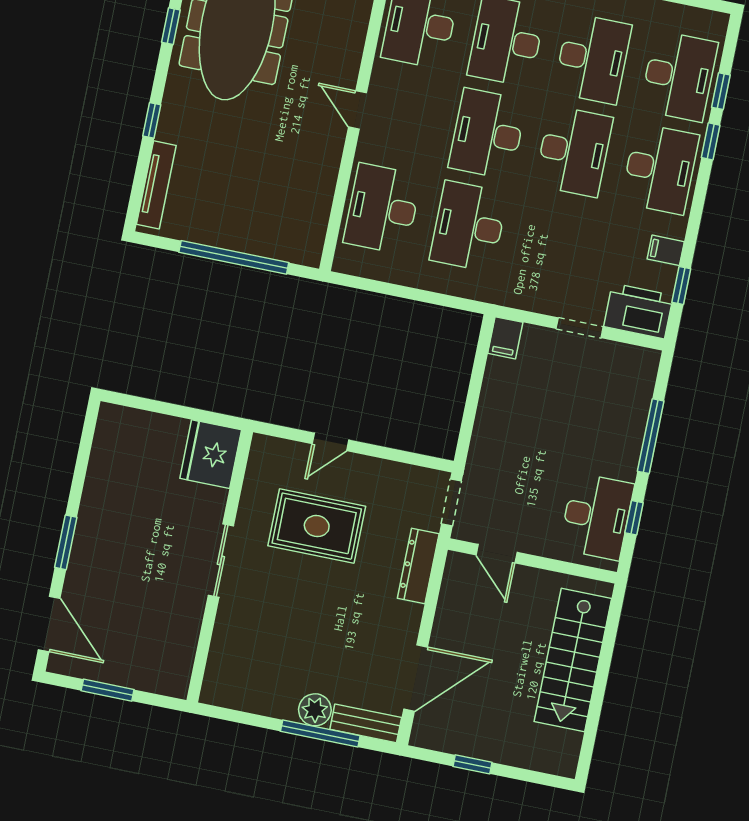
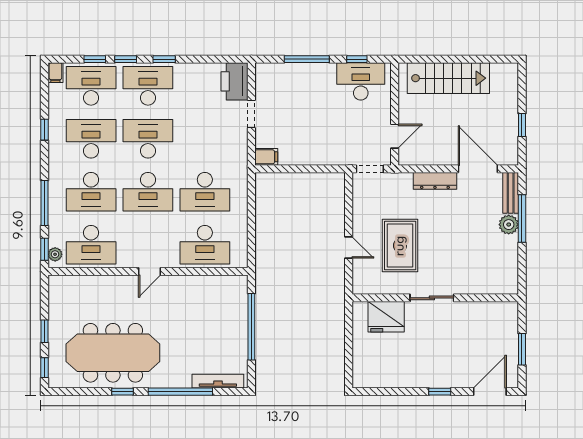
window: (152, 120) -> (180, 392), width x3.17
filing cabinet: (666, 250) -> (55, 73), moved
window: (681, 286) -> (164, 59), moved
fridge: (211, 454) -> (386, 317), moved
window: (66, 542) -> (440, 392), width x0.67
dresser: (418, 566) -> (435, 181), moved

